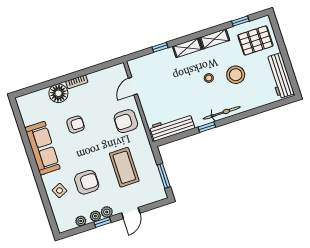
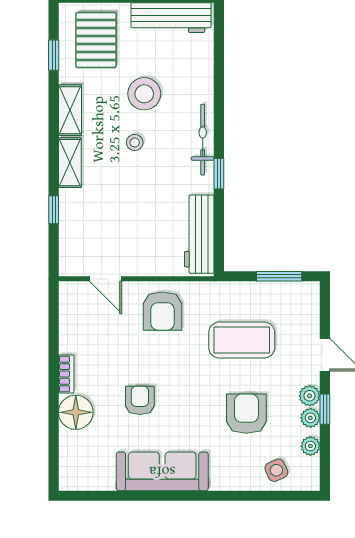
side table: (60, 191) -> (276, 470), moved

